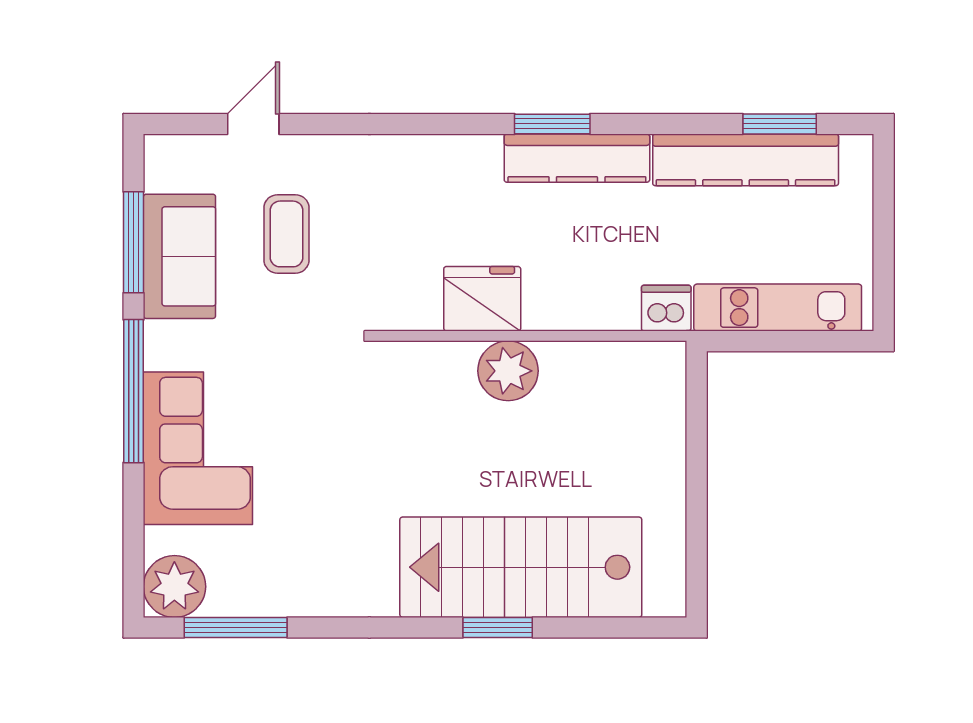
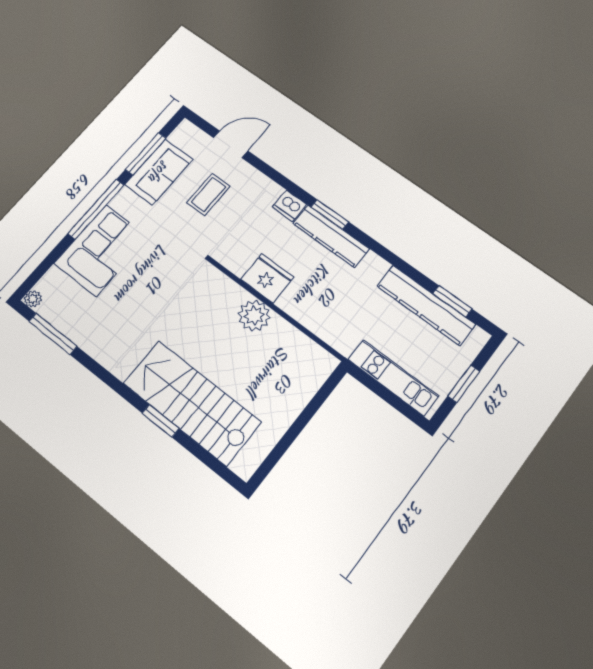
door: (253, 124) -> (231, 144), width x1.38
window: (552, 124) -> (330, 214), moved
kitchen counter: (577, 158) -> (331, 236), moved
window: (884, 239) -> (464, 384), added
dishwasher: (666, 308) -> (289, 206), moved, turned 180
plant: (174, 587) -> (33, 299), width x0.53, depth x0.53

